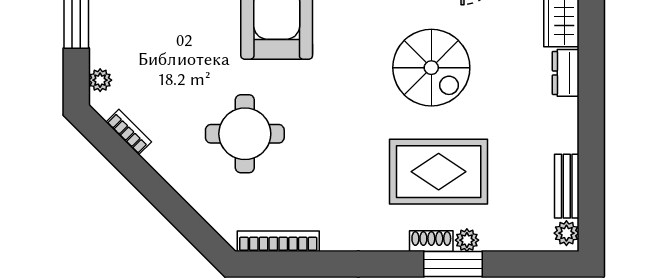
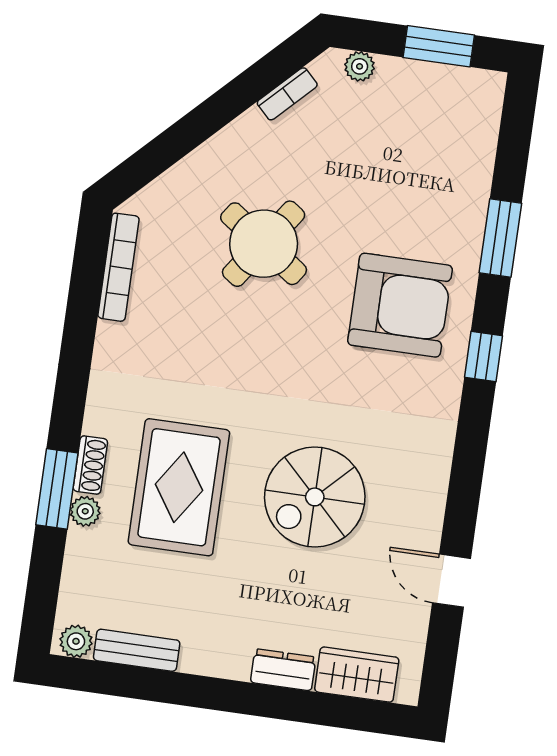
round table: (245, 134) -> (264, 244), turned 35

